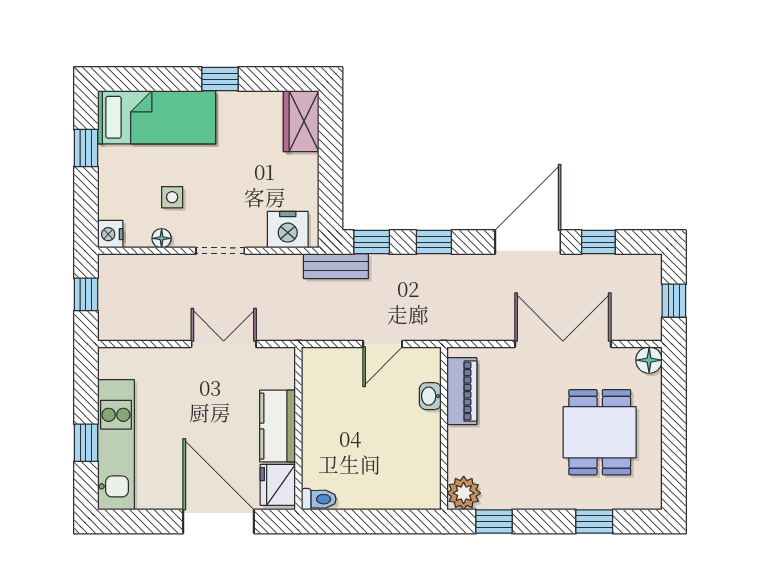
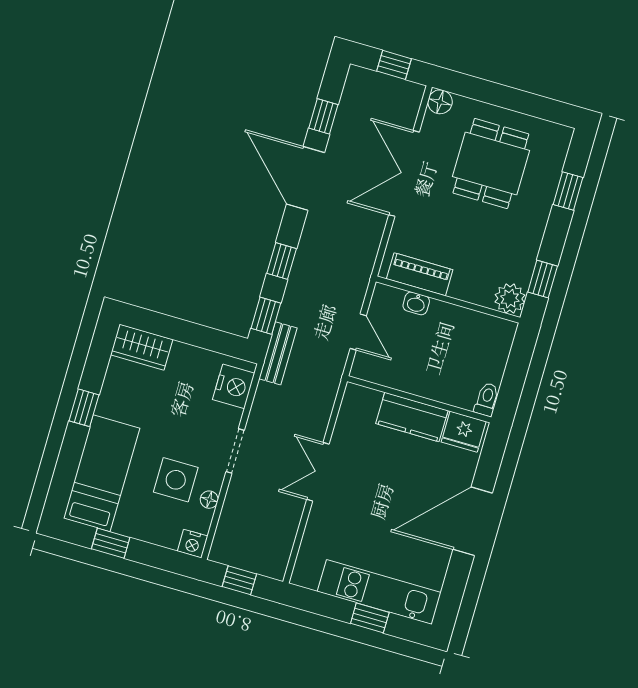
side table: (172, 197) -> (176, 480), width x1.87, depth x1.87
kitchen counter: (278, 426) -> (412, 417), moved
wall: (298, 428) -> (419, 399), moved
dining table: (600, 432) -> (491, 163), turned 90
fridge: (278, 485) -> (464, 432), moved
toilet: (319, 499) -> (487, 399), moved

